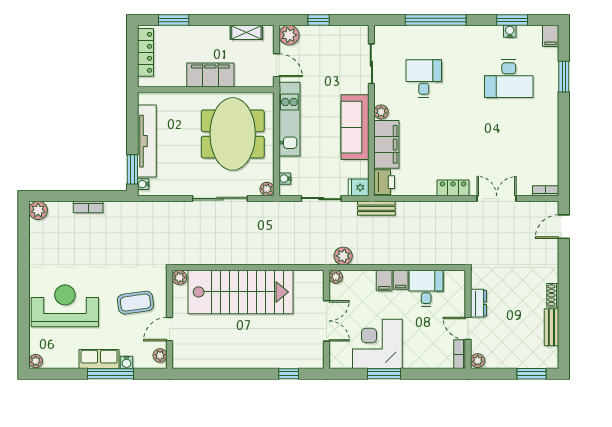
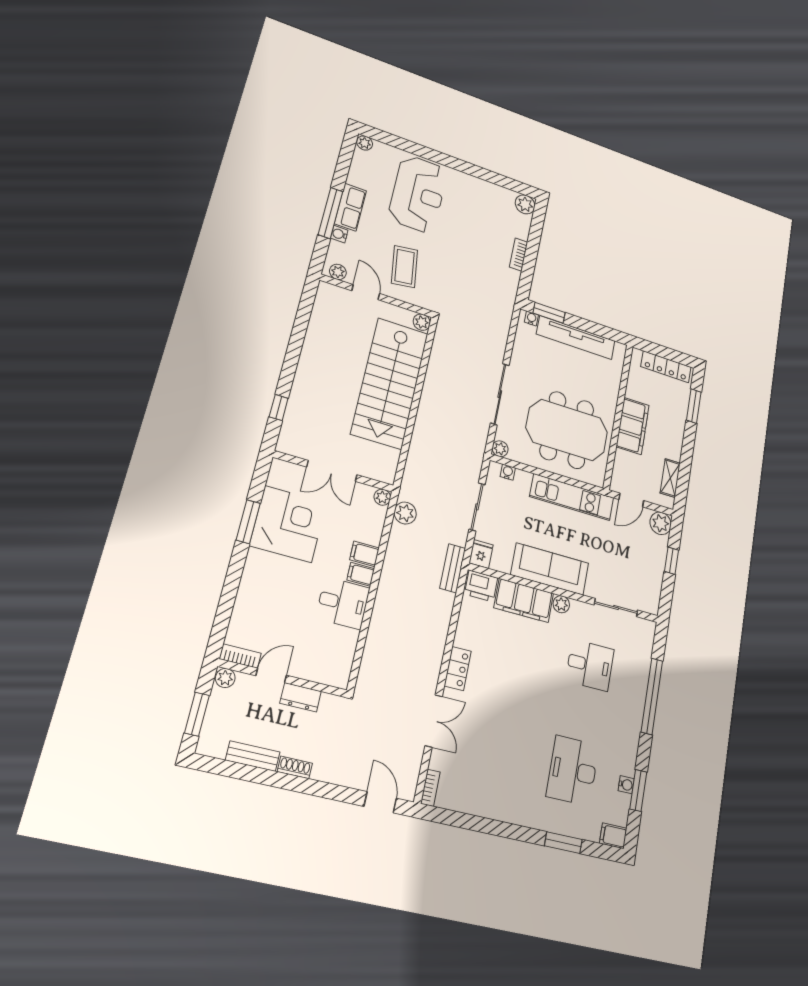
dresser: (479, 303) -> (301, 697), moved
wall: (468, 319) -> (283, 678), moved
door: (468, 328) -> (271, 675), moved
bookcase: (460, 354) -> (240, 656), moved
plant: (478, 361) -> (225, 678), moved

